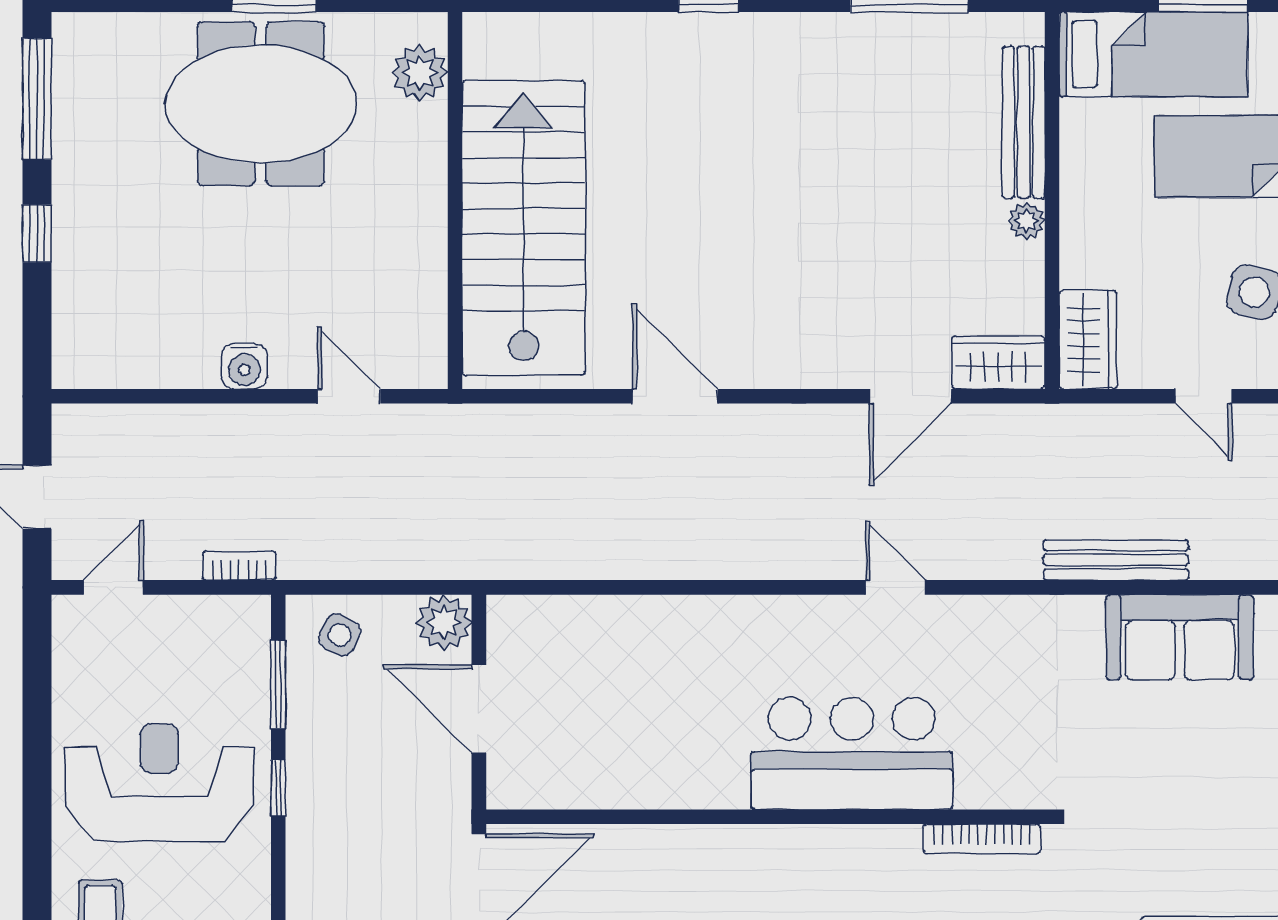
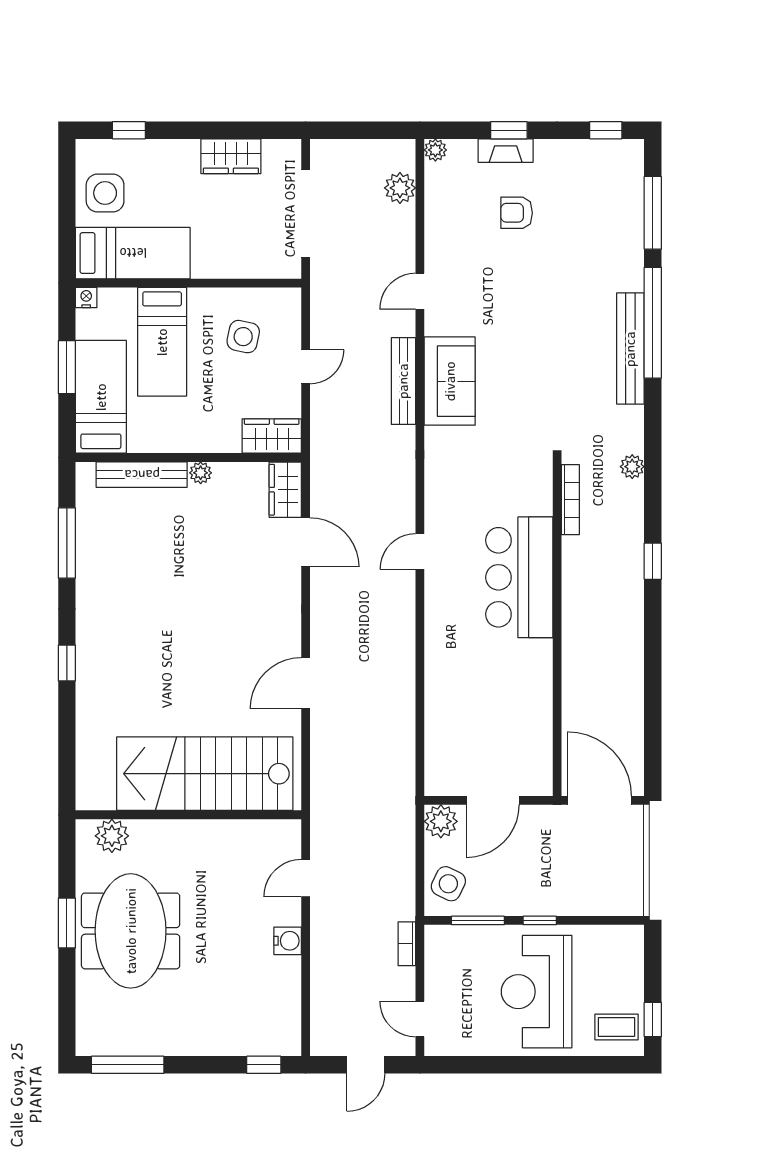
window: (37, 233) -> (264, 1065), moved
bench: (1116, 560) -> (403, 381), moved
side table: (340, 635) -> (448, 884), width x1.37, depth x1.37

